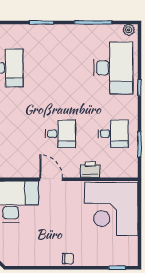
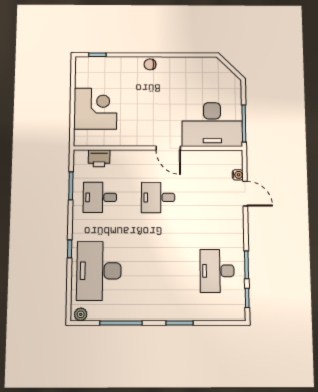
printer: (90, 170) -> (99, 158), moved
corner desk: (111, 209) -> (95, 109), width x0.74, depth x0.74

